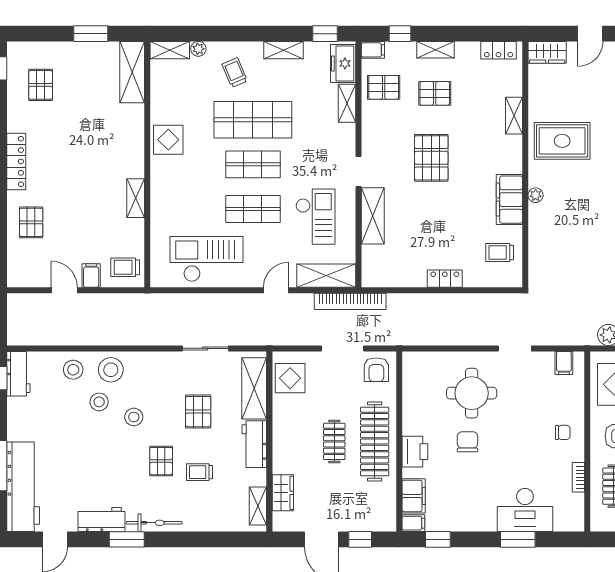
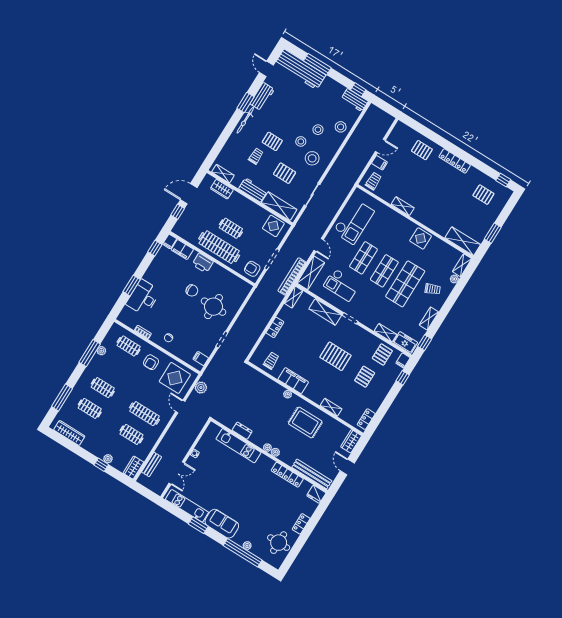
shelving: (435, 50) -> (294, 297), moved
rug: (562, 141) -> (305, 422), turned 90
stool: (111, 370) -> (312, 158), moved

